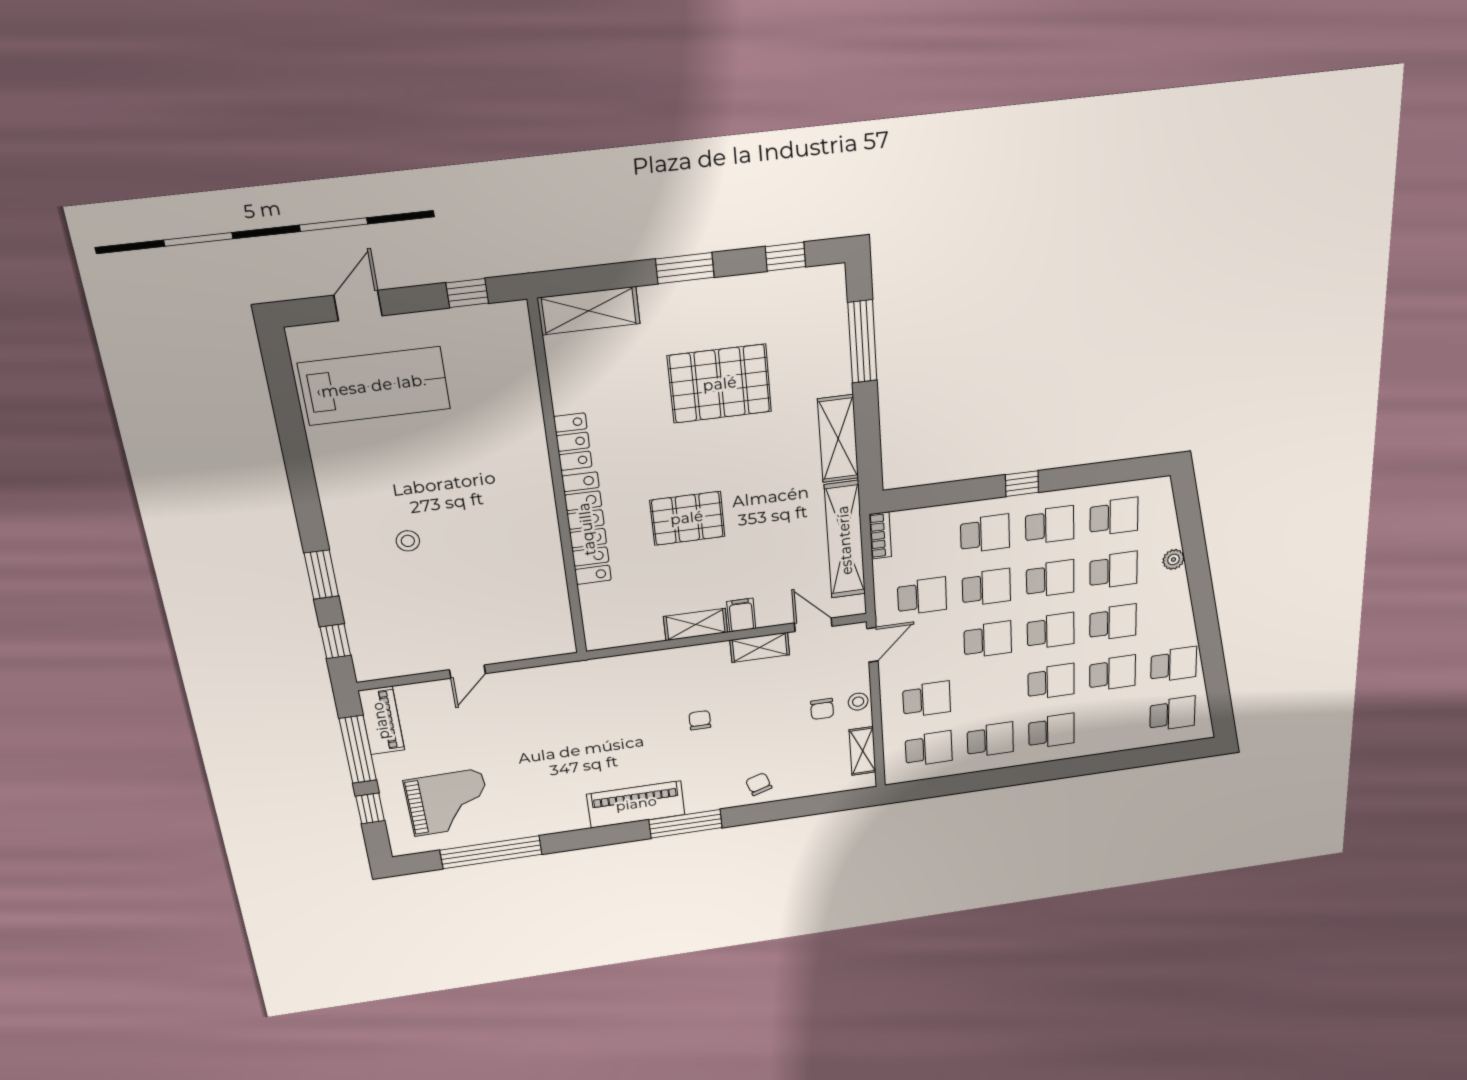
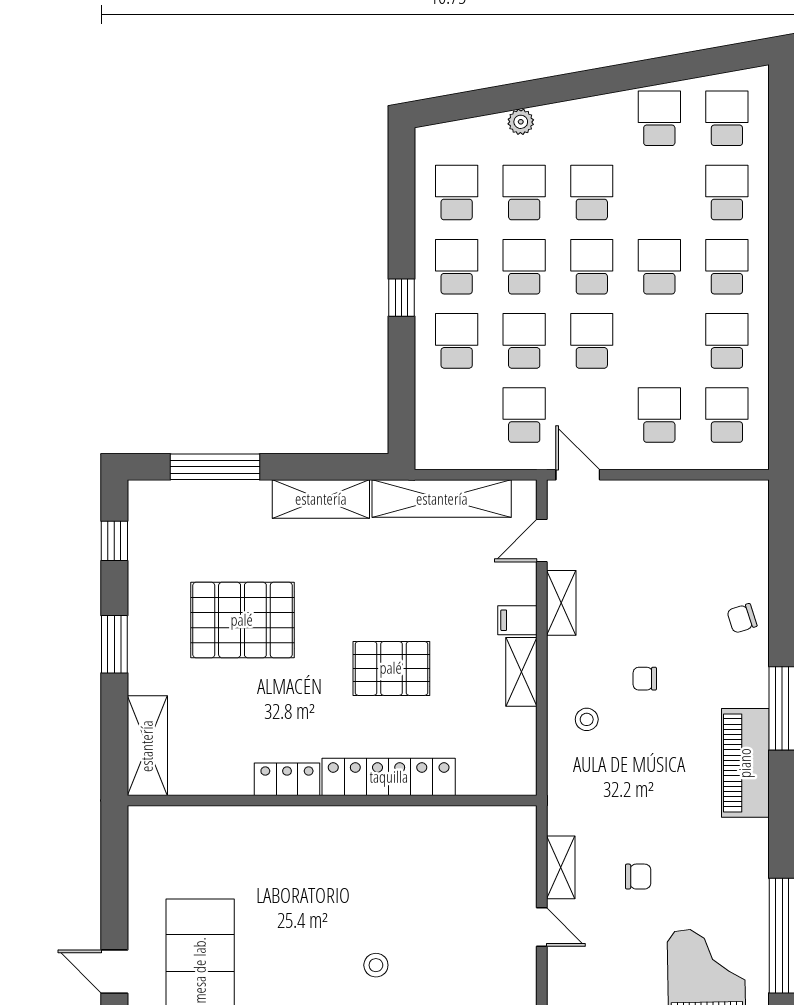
window: (467, 293) -> (114, 864), removed
pallet: (720, 384) -> (242, 620), turned 90
pallet: (687, 518) -> (391, 668), turned 90
bookcase: (880, 535) -> (442, 459), removed
school desk: (1113, 673) -> (727, 193), moved
stool: (858, 702) -> (587, 719), moved
chair: (822, 709) -> (638, 877), moved
shelving: (863, 751) -> (561, 867), moved, turned 90

